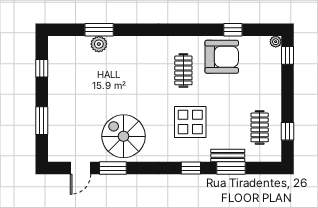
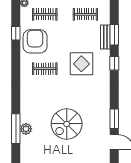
window: (99, 30) -> (16, 129), width x1.44
clothes rail: (260, 70) -> (45, 14), added
spiral stairs: (124, 136) -> (67, 124), moved

